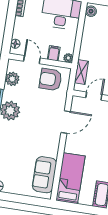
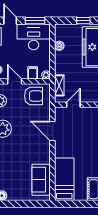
boiler: (91, 11) -> (59, 46), moved
armchair: (51, 79) -> (33, 96), turned 180
door: (66, 122) -> (52, 131), swing flipped

